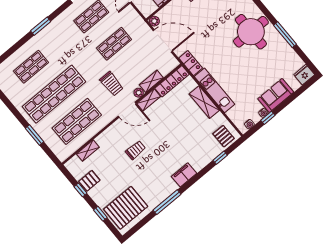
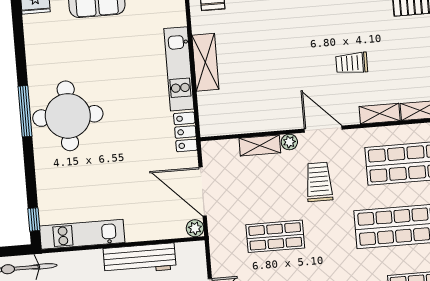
window: (285, 35) -> (25, 111), moved
locker: (172, 81) -> (230, 125), removed
shelving: (149, 100) -> (380, 114), moved

